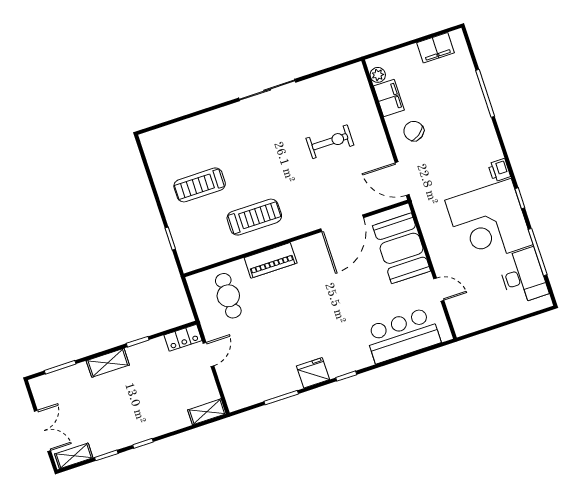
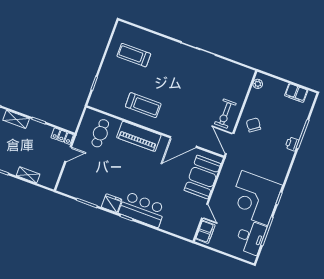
filing cabinet: (389, 98) -> (205, 232), moved
exercise bike: (330, 142) -> (225, 114), moved, turned 90
printer: (499, 170) -> (292, 144), moved
treadmill: (200, 185) -> (134, 55), moved
piano: (271, 260) -> (139, 136), width x1.37, depth x1.33
bar counter: (403, 335) -> (142, 209), moved
shelving: (207, 412) -> (28, 175), moved

